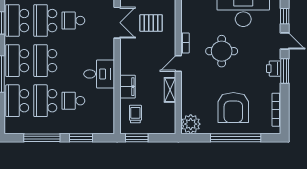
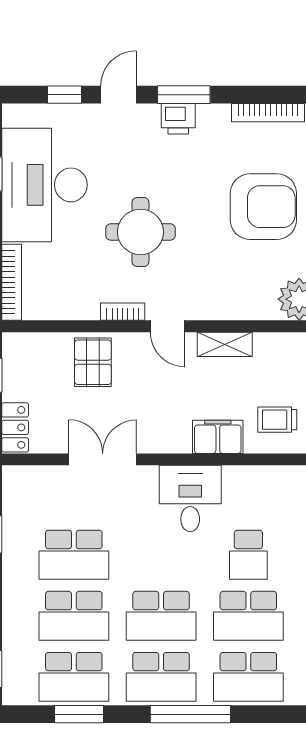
school desk: (73, 21) -> (74, 555), width x1.85
double door: (117, 23) -> (103, 459), moved
pallet: (151, 23) -> (93, 362), moved

